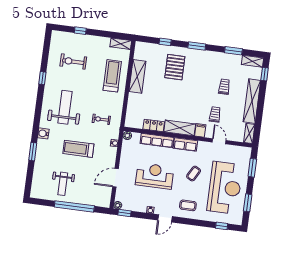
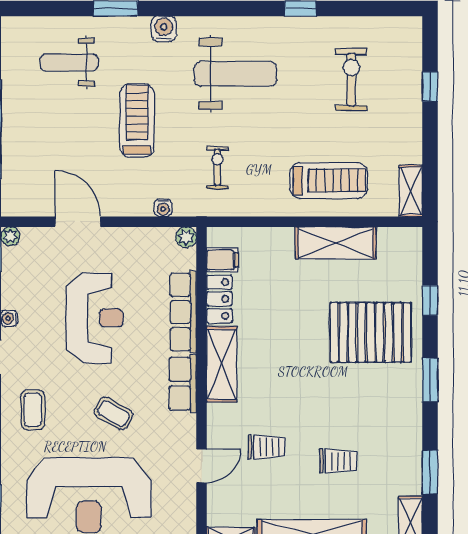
pallet: (175, 67) -> (371, 332), width x1.37, depth x1.41
filing cabinet: (200, 130) -> (222, 260), moved
weight bench: (63, 184) -> (69, 62), moved

